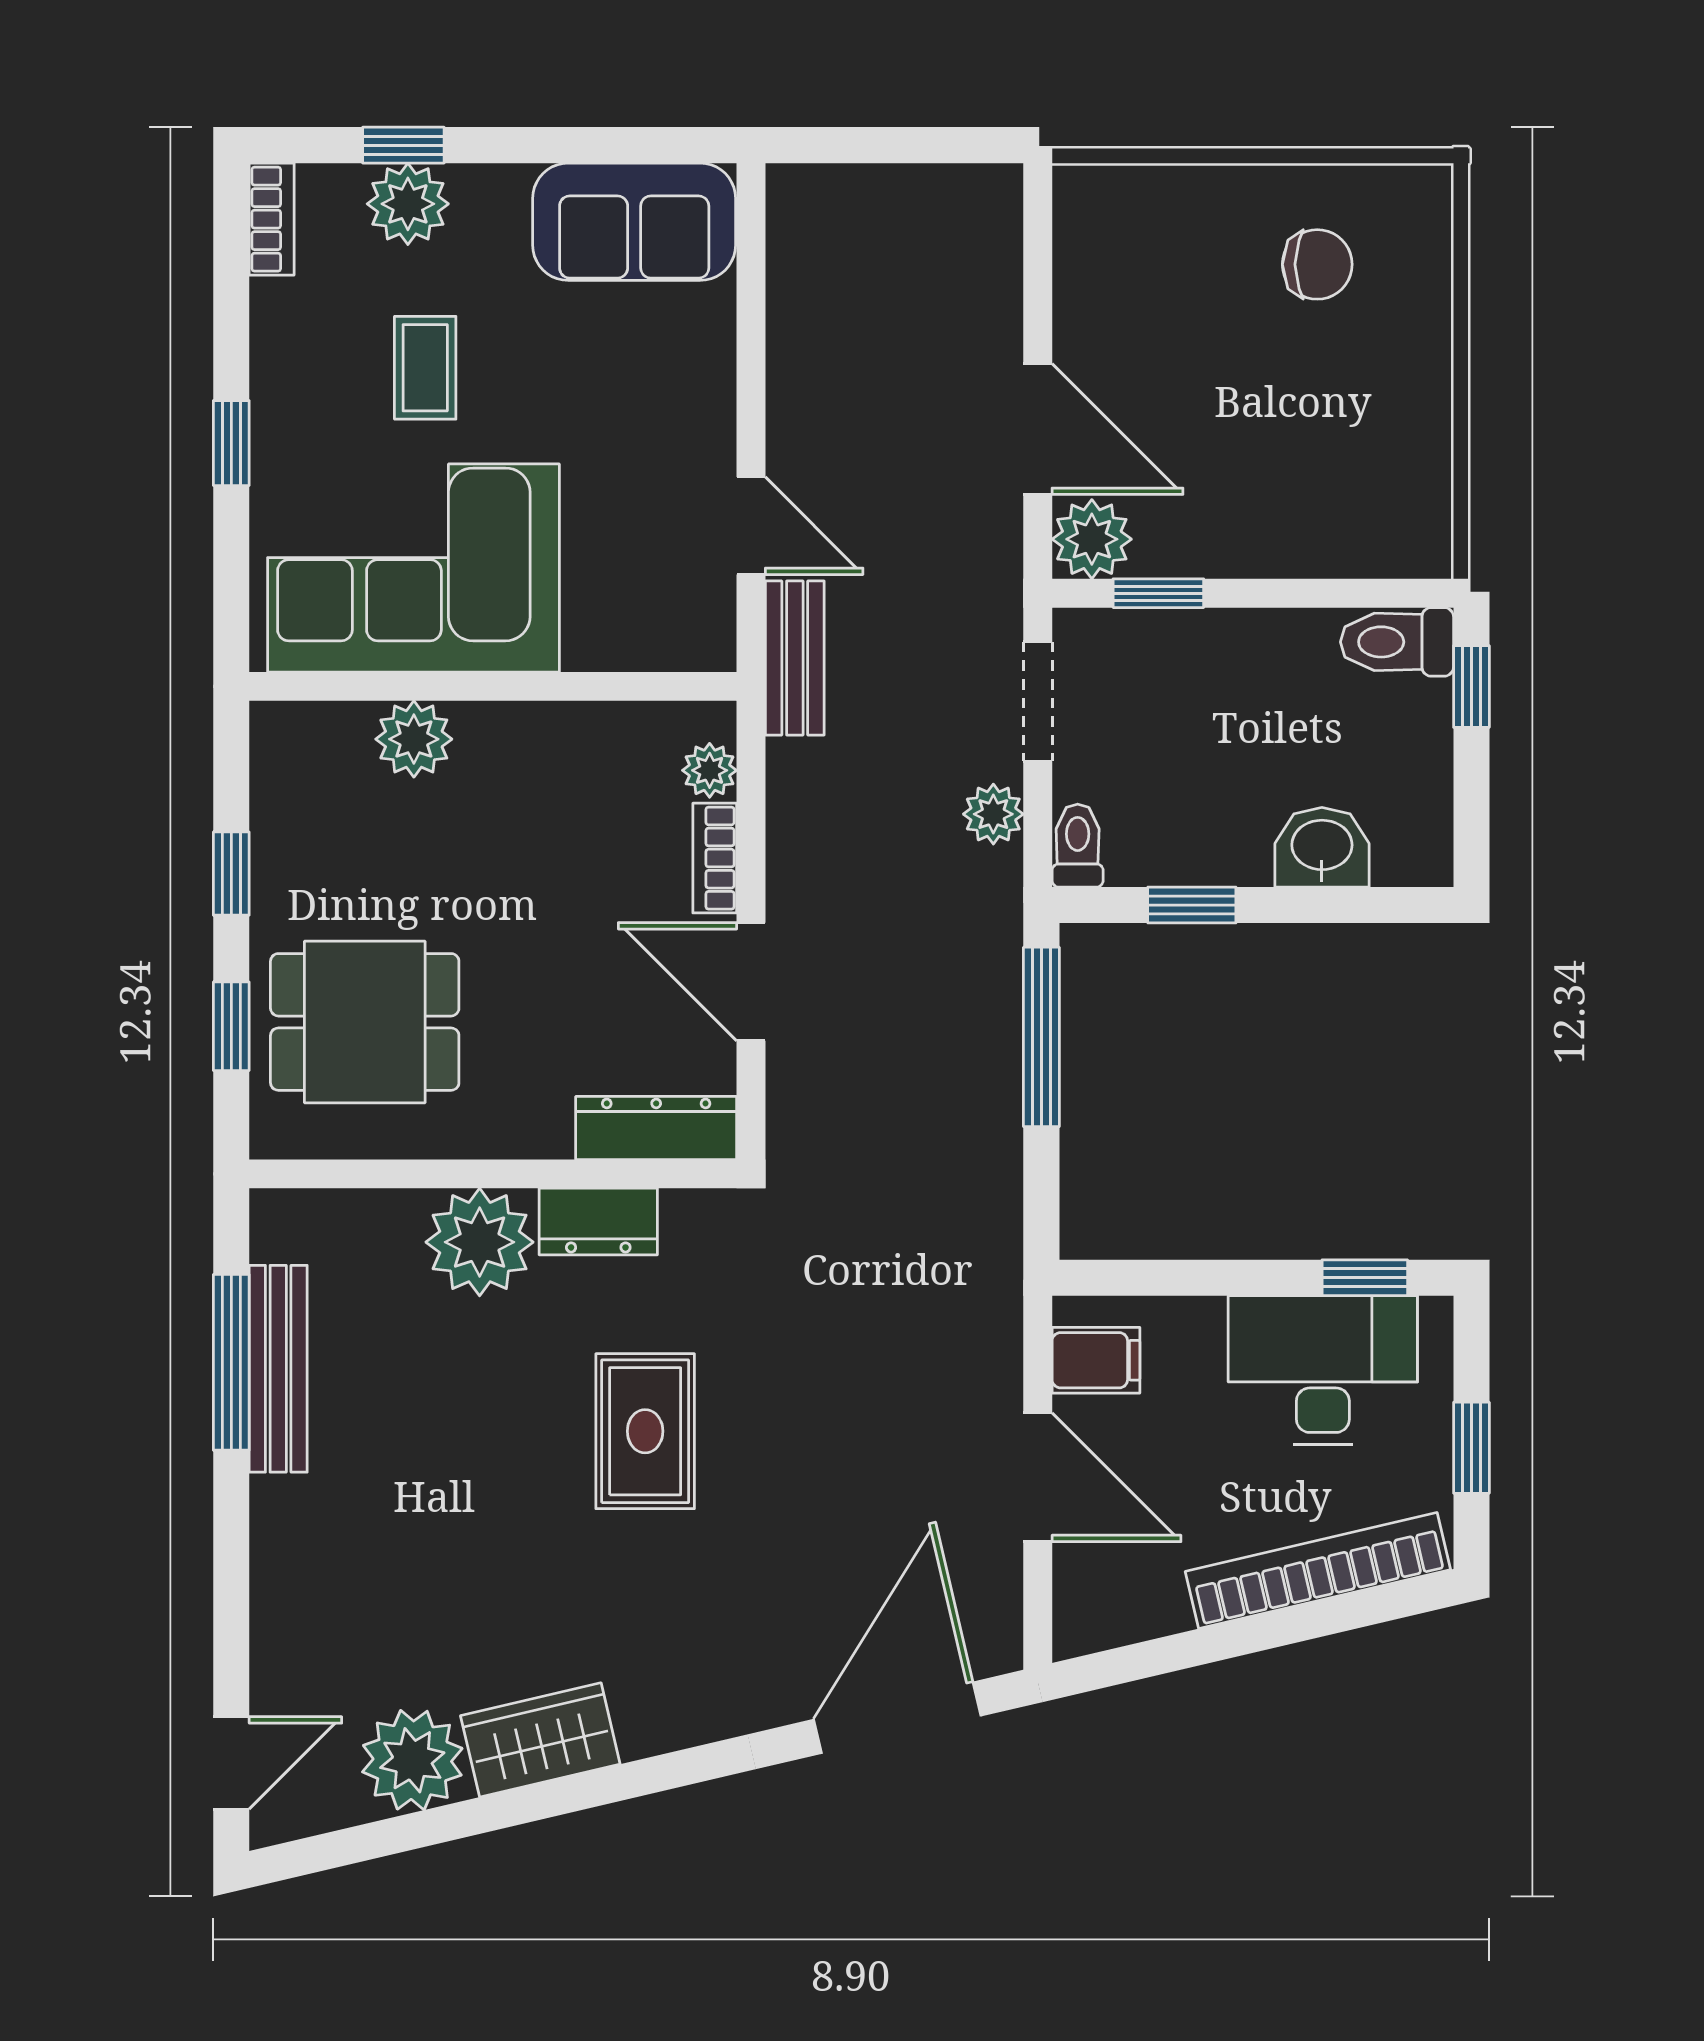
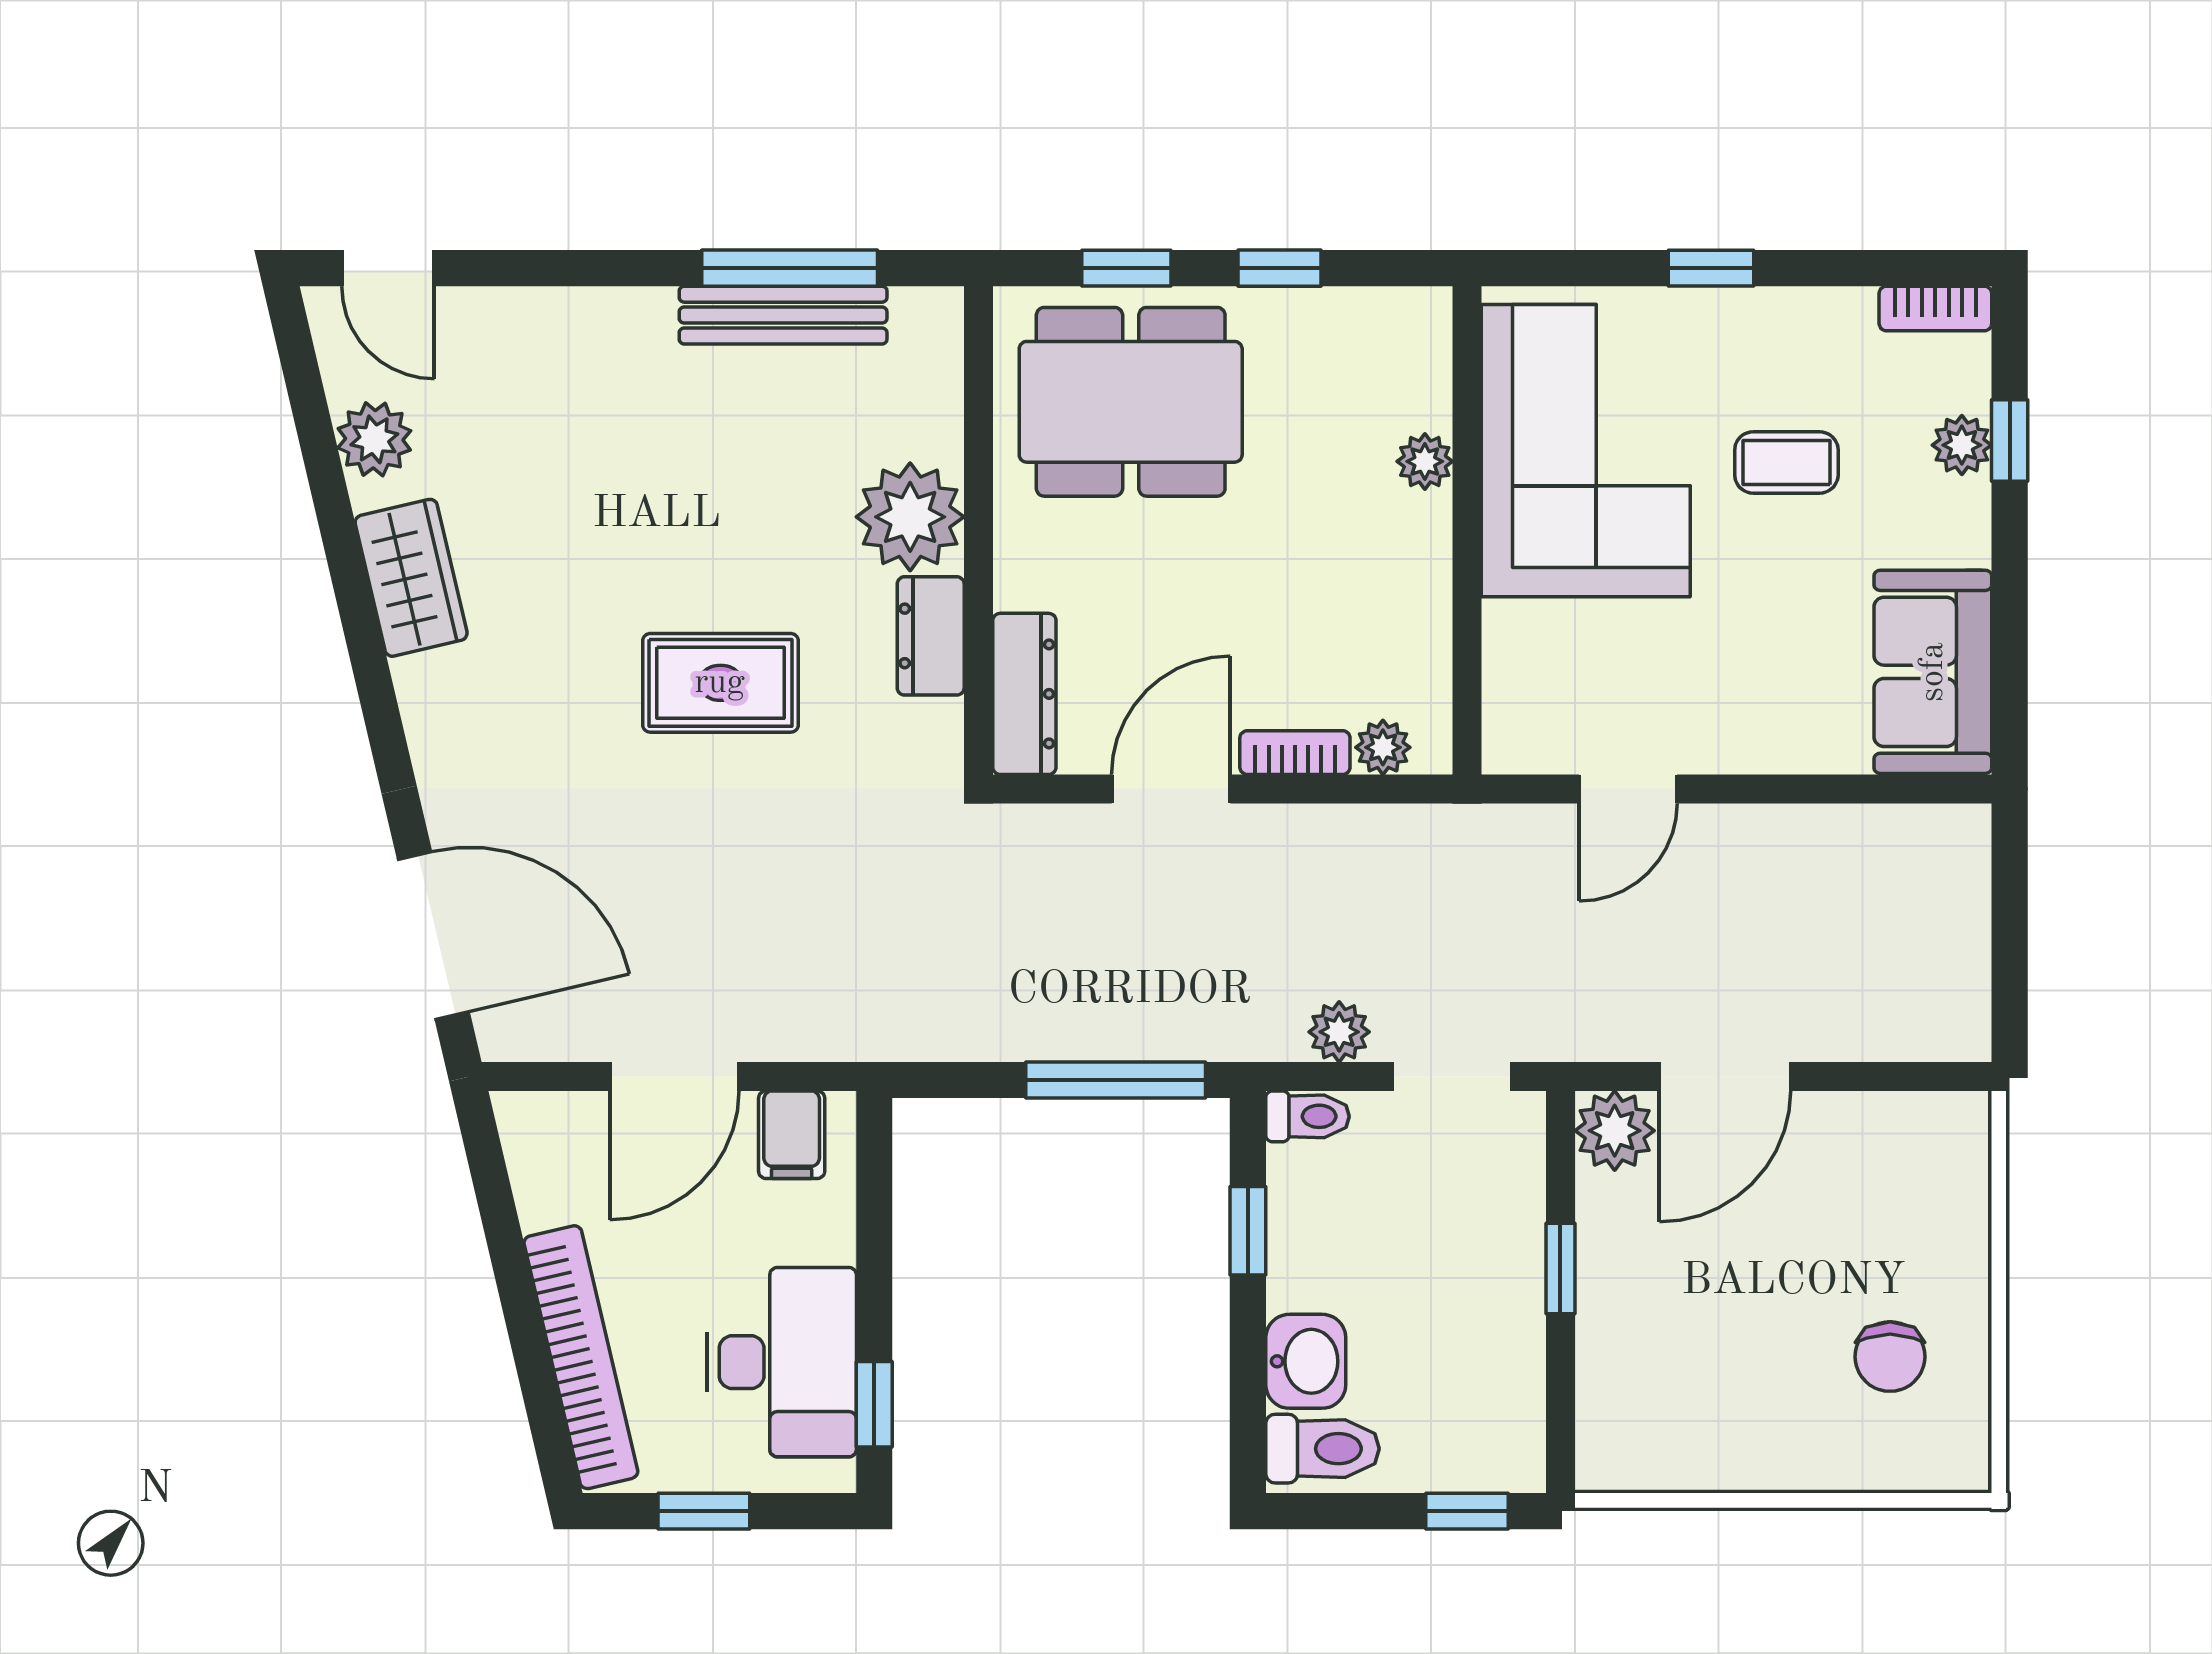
plant: (408, 204) -> (1962, 445), width x0.73, depth x0.73
window: (1158, 593) -> (1560, 1268), moved
toilet: (1397, 642) -> (1323, 1449), moved, turned 90
bench: (795, 658) -> (1495, 833), removed
plant: (414, 739) -> (1425, 461), width x0.73, depth x0.73
dining table: (365, 1022) -> (1131, 402), width x1.38
plant: (412, 1760) -> (374, 439), width x0.73, depth x0.73

